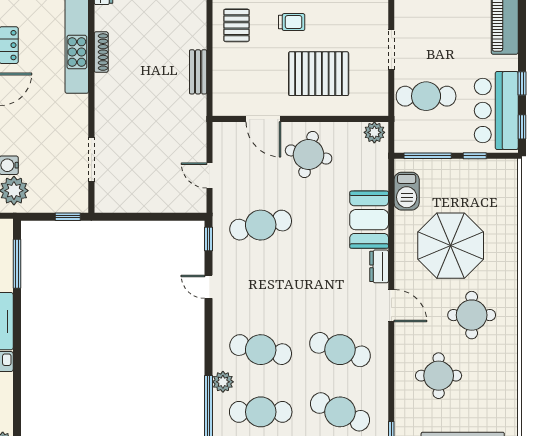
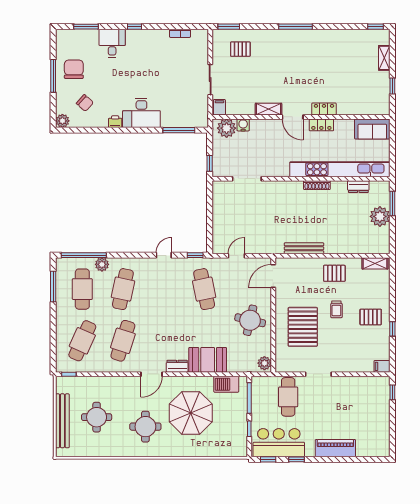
bench: (198, 72) -> (304, 248), width x1.36
door: (263, 119) -> (273, 276), moved
round table: (439, 376) -> (97, 417), moved

